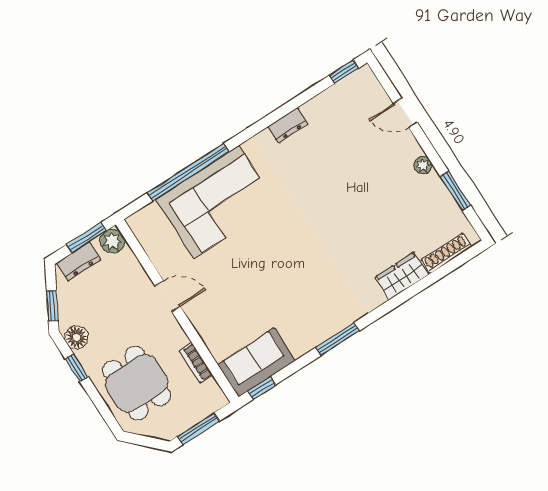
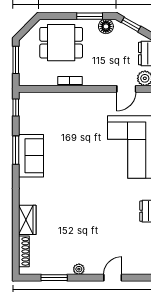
door: (168, 296) -> (126, 89), moved
window: (338, 339) -> (16, 150), moved
sofa: (256, 362) -> (31, 156), moved
bookcase: (196, 363) -> (70, 81), moved
window: (77, 368) -> (90, 16), width x1.50

